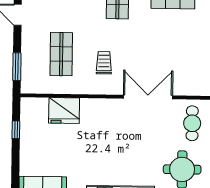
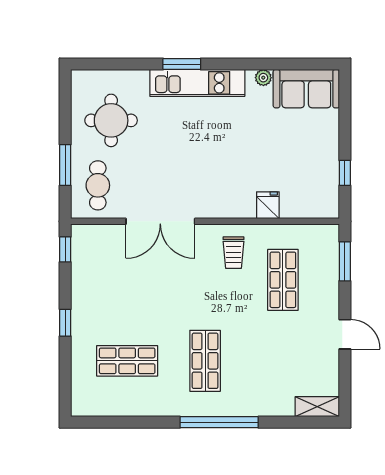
trolley: (104, 63) -> (233, 253), moved
fridge: (64, 111) -> (268, 205), width x0.53, depth x0.75

